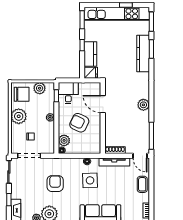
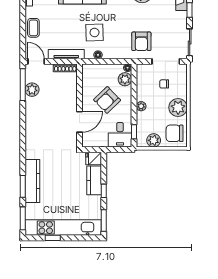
door: (103, 104) -> (80, 122), hinge flipped
plant: (143, 105) -> (32, 90), moved
armchair: (79, 123) -> (107, 100), turned 110
armchair: (55, 184) -> (141, 41), moved

